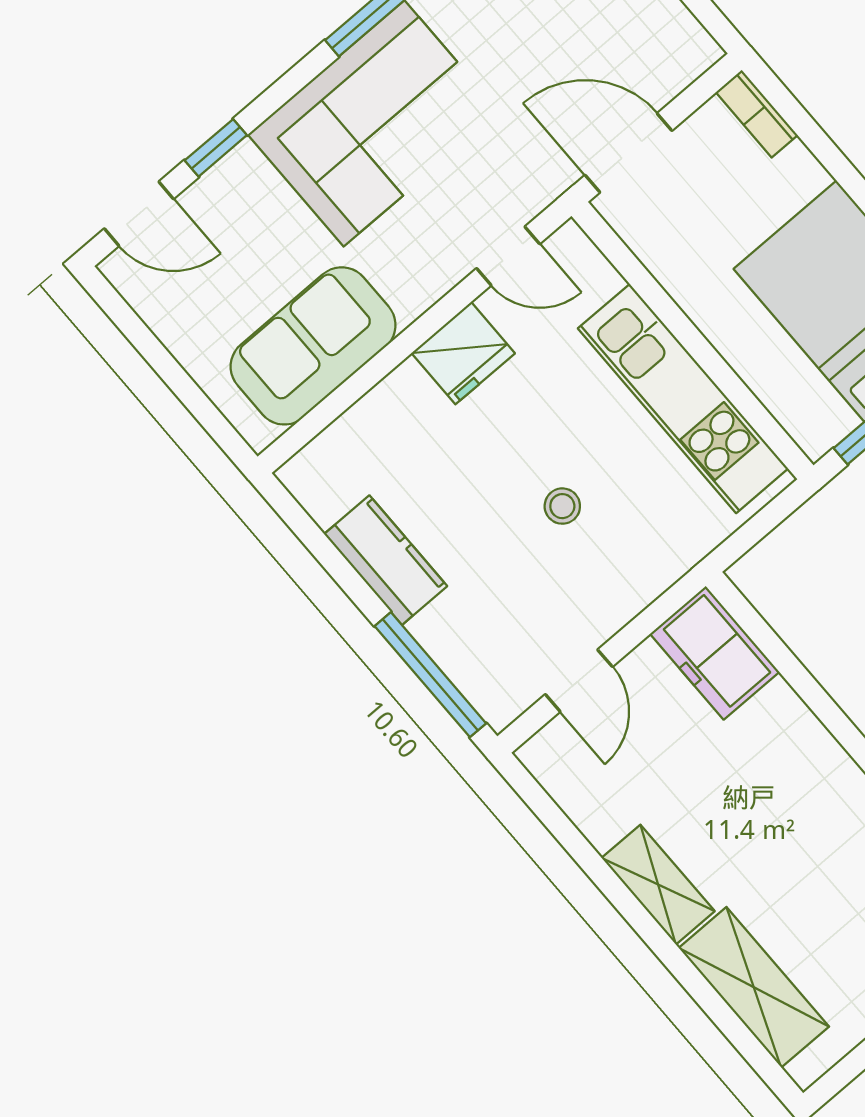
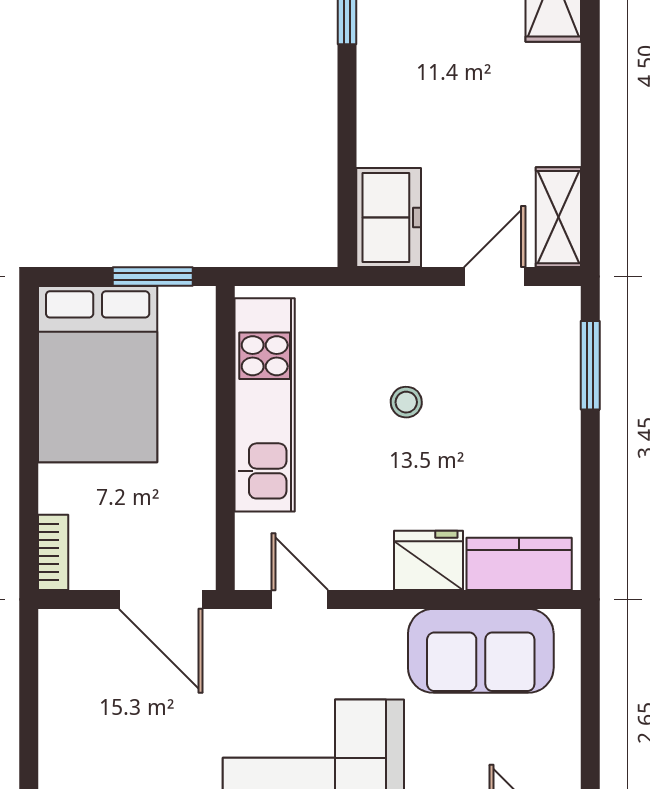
fridge: (463, 353) -> (429, 560), moved
kitchen counter: (386, 560) -> (519, 564), moved, turned 90
window: (430, 675) -> (590, 365), width x0.69
shelving: (658, 885) -> (558, 217), moved

